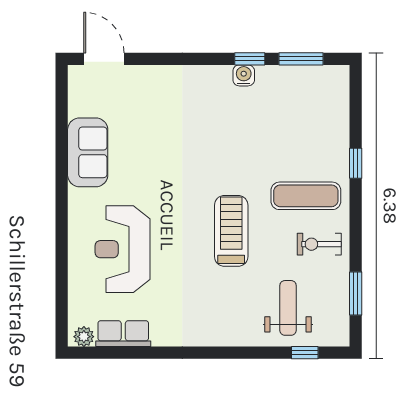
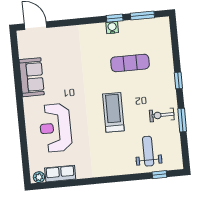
window: (356, 163) -> (178, 80), moved
exercise mat: (306, 196) -> (130, 63), moved
window: (356, 293) -> (182, 120), moved

